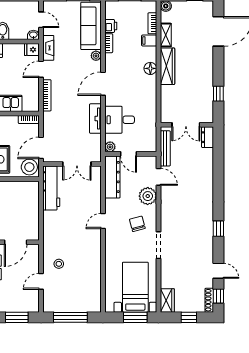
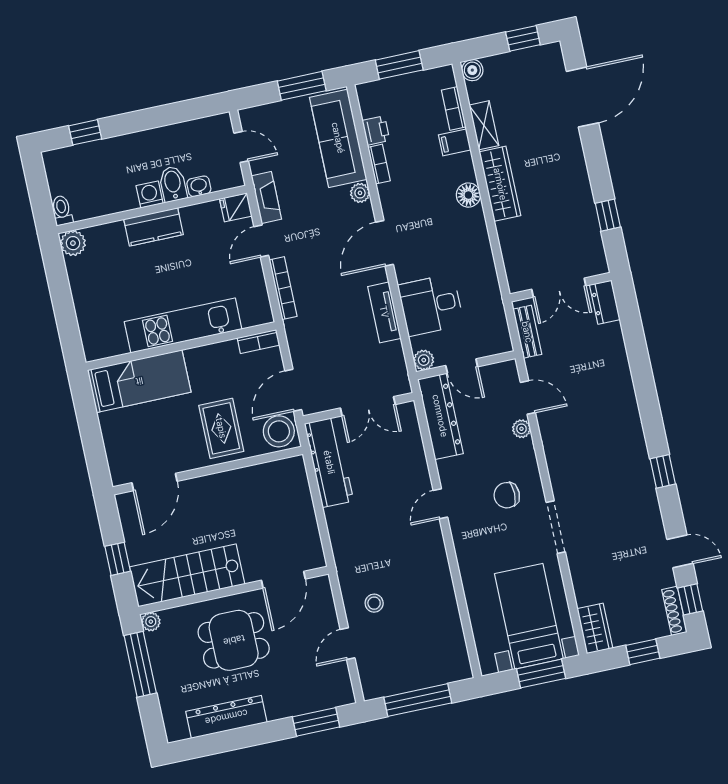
washbasin: (33, 35) -> (199, 186), moved
bench: (165, 148) -> (527, 332), width x0.73
plant: (148, 196) -> (521, 429), width x0.53, depth x0.53
chair: (137, 224) -> (507, 495), turned -75

